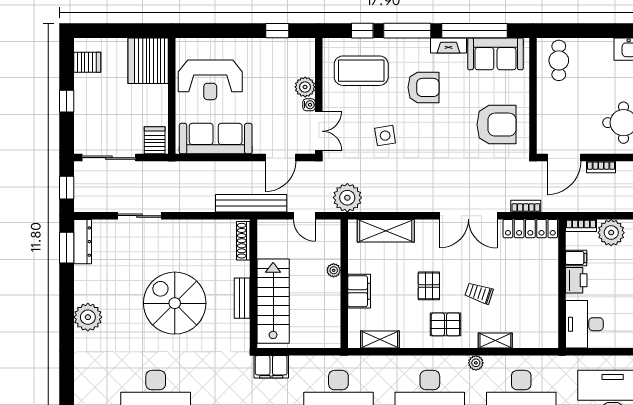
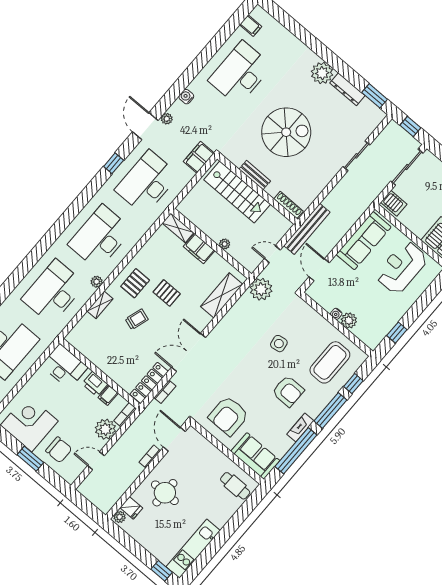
sofa: (495, 54) -> (255, 456), moved, turned 90
armchair: (424, 87) -> (288, 391), turned -90
double door: (319, 131) -> (315, 306), removed
dresser: (83, 242) -> (347, 89), moved
shelving: (380, 339) -> (178, 228), moved, turned 90

